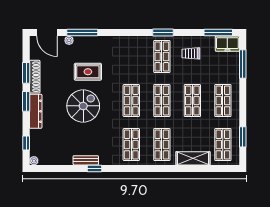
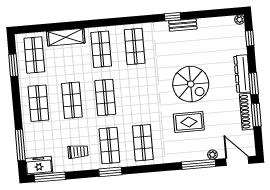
shop shelf: (131, 101) -> (143, 143), moved
spiral stairs: (83, 106) -> (191, 84), turned -90

